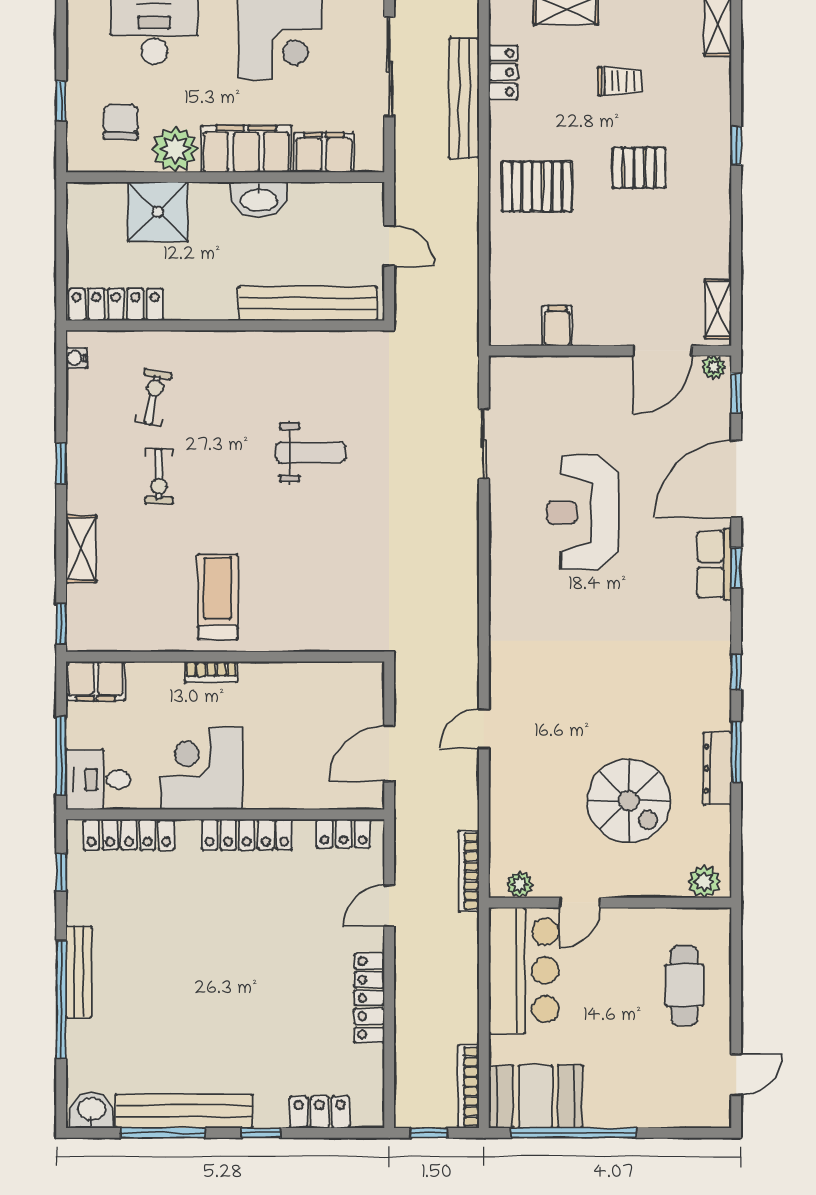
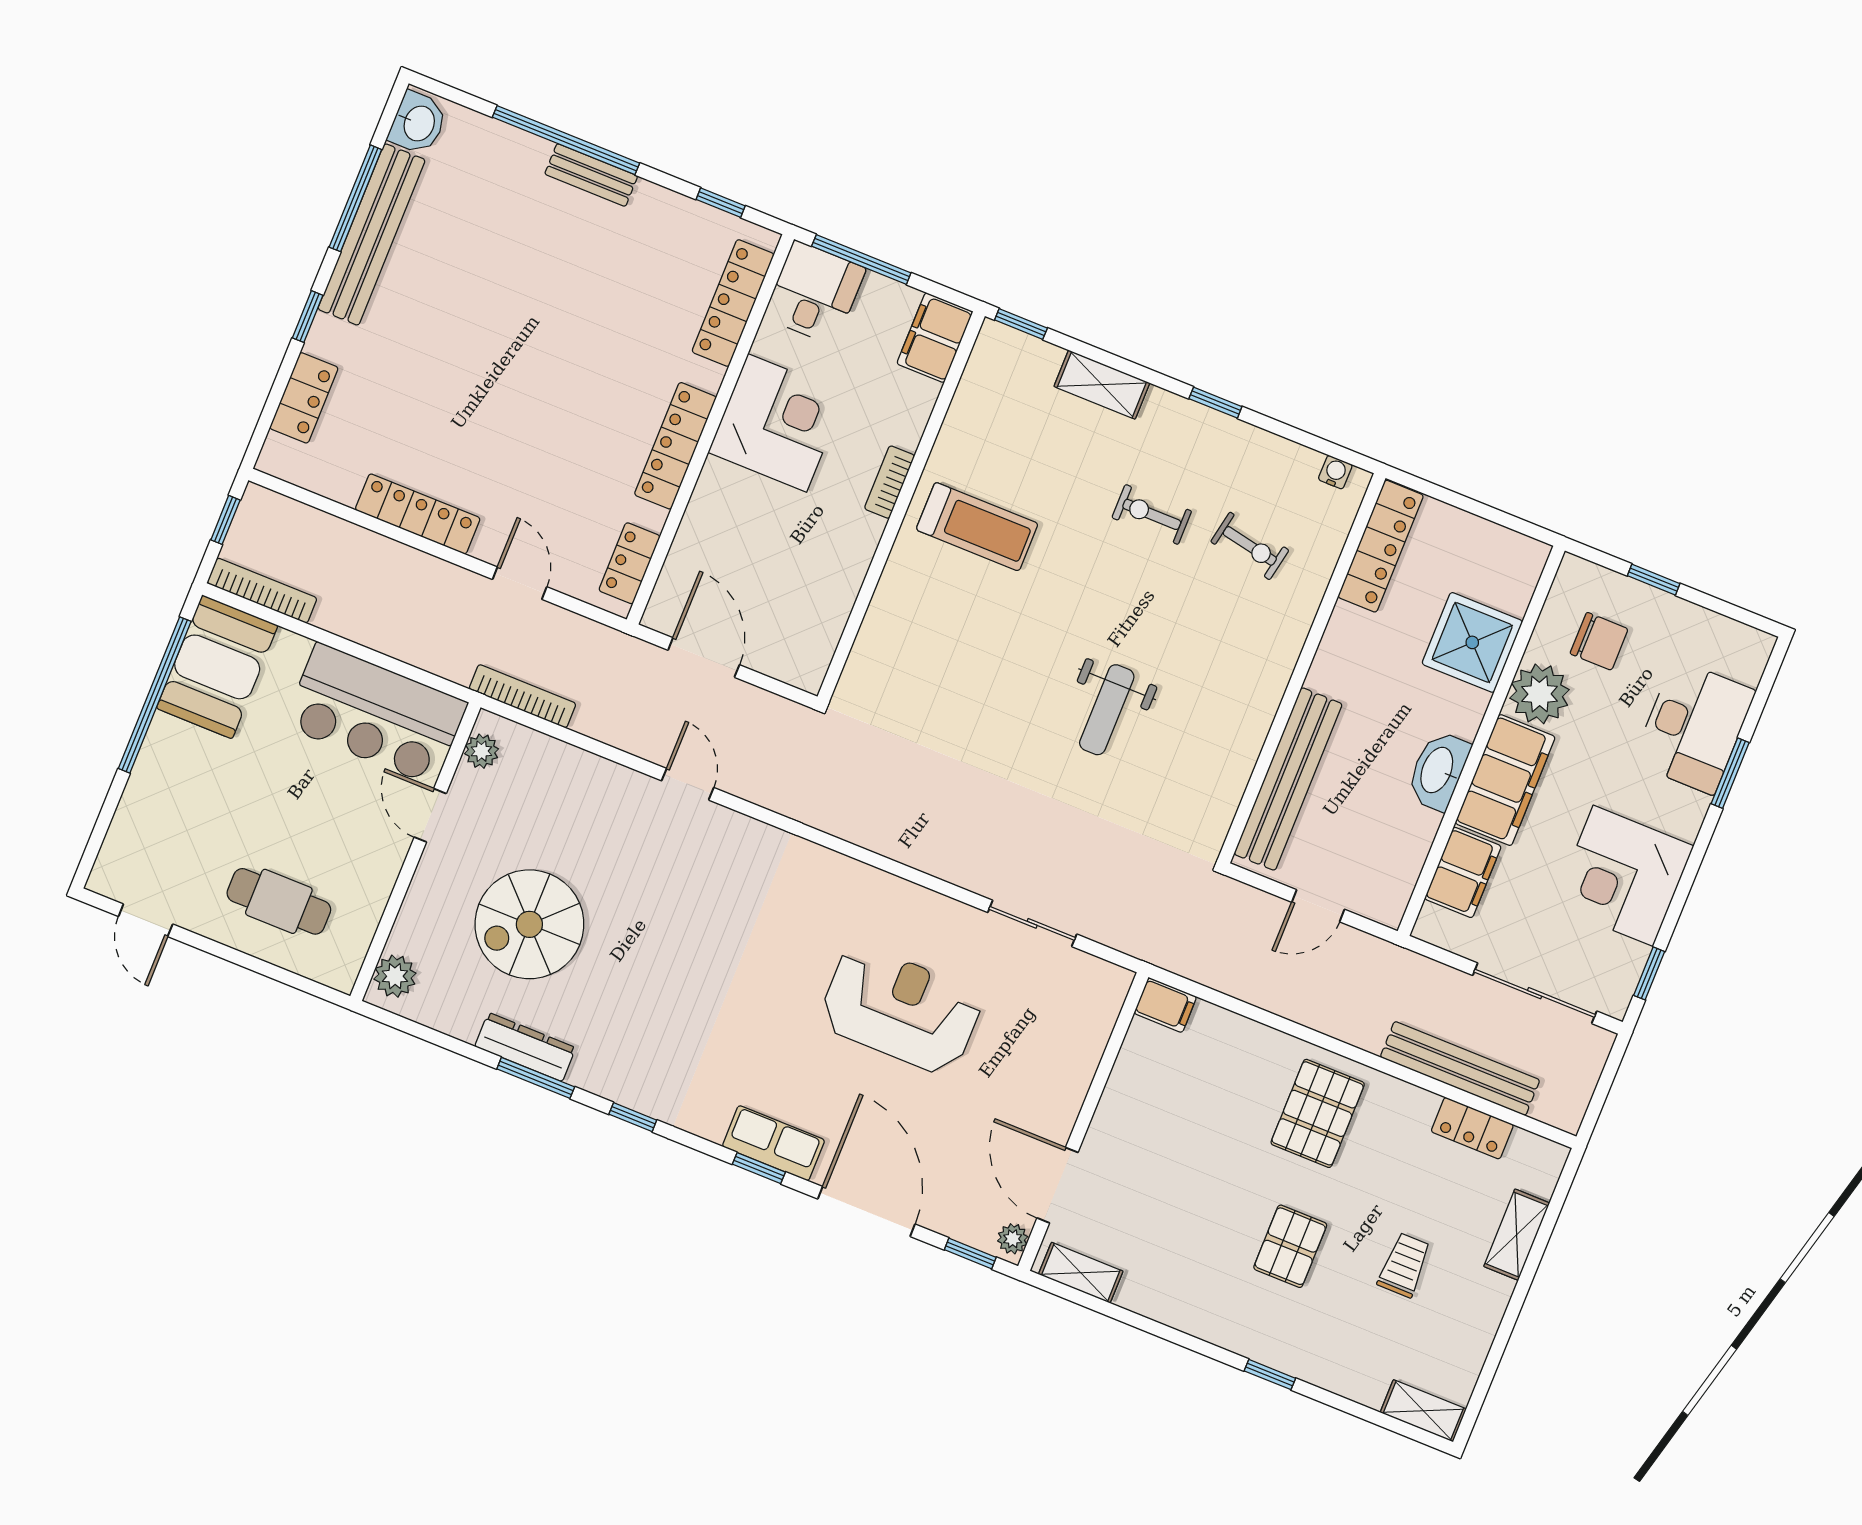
trolley: (620, 81) -> (1404, 1265), turned 180
filing cabinet: (557, 326) -> (1165, 1005), moved
bench: (79, 972) -> (591, 175), width x0.73

